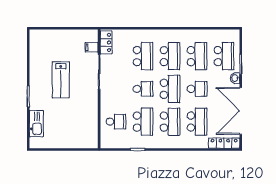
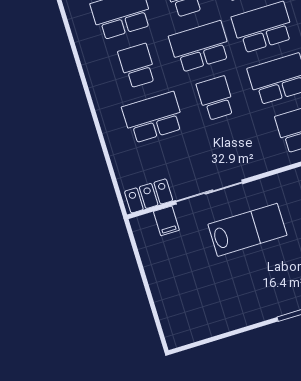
school desk: (170, 56) -> (137, 66), width x0.54
lab bench: (61, 80) -> (247, 230), moved

